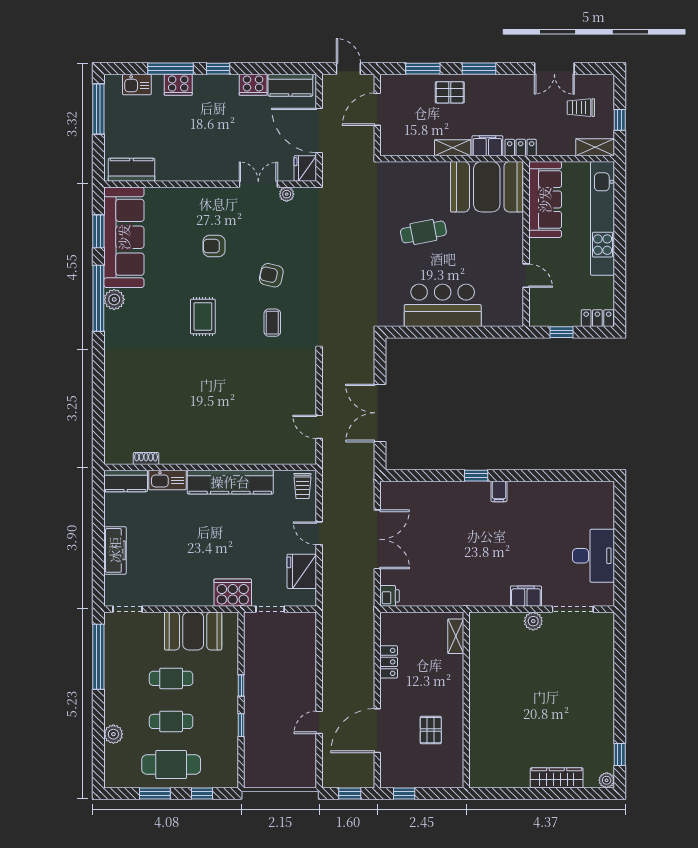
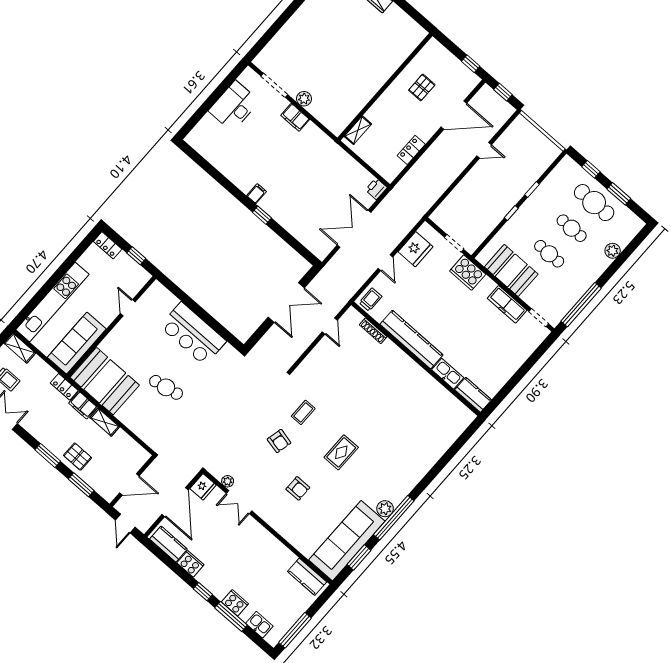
shoe rack: (146, 459) -> (373, 331), moved, width x1.43
freezer: (115, 550) -> (507, 304), moved, turned -90

